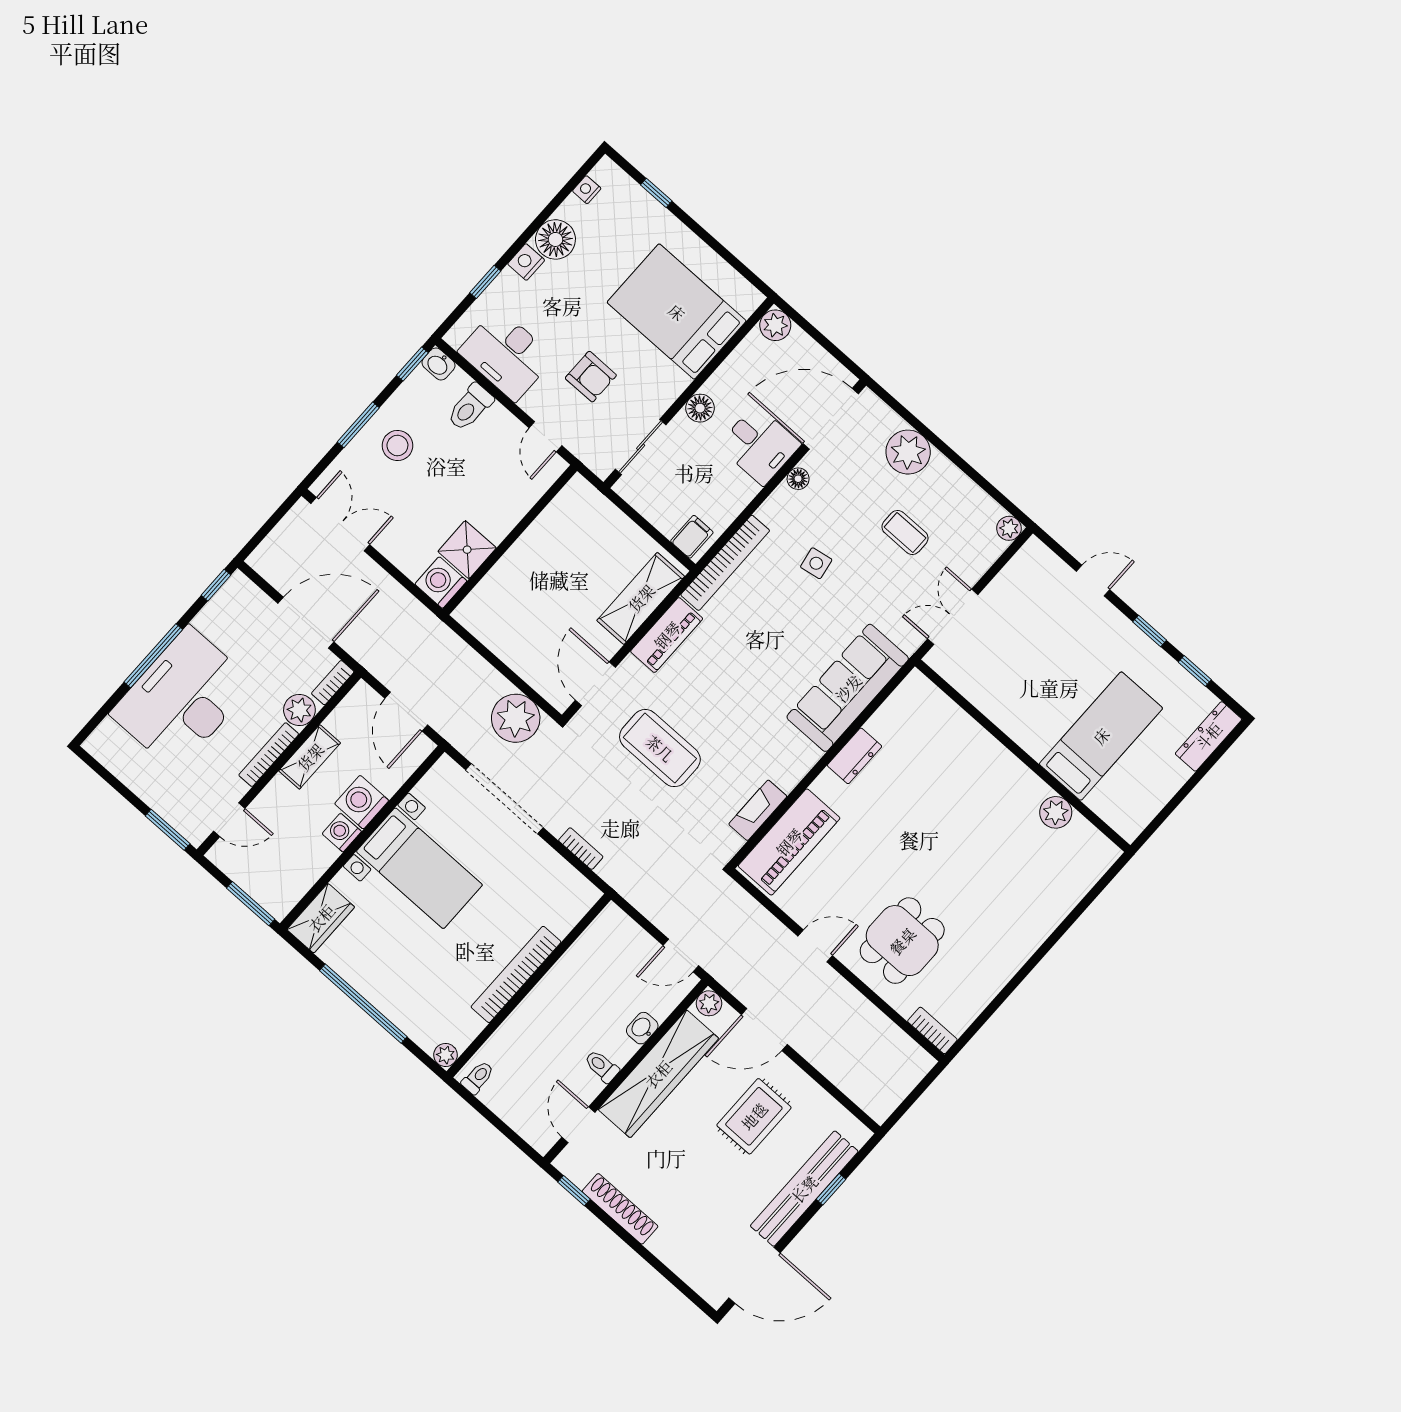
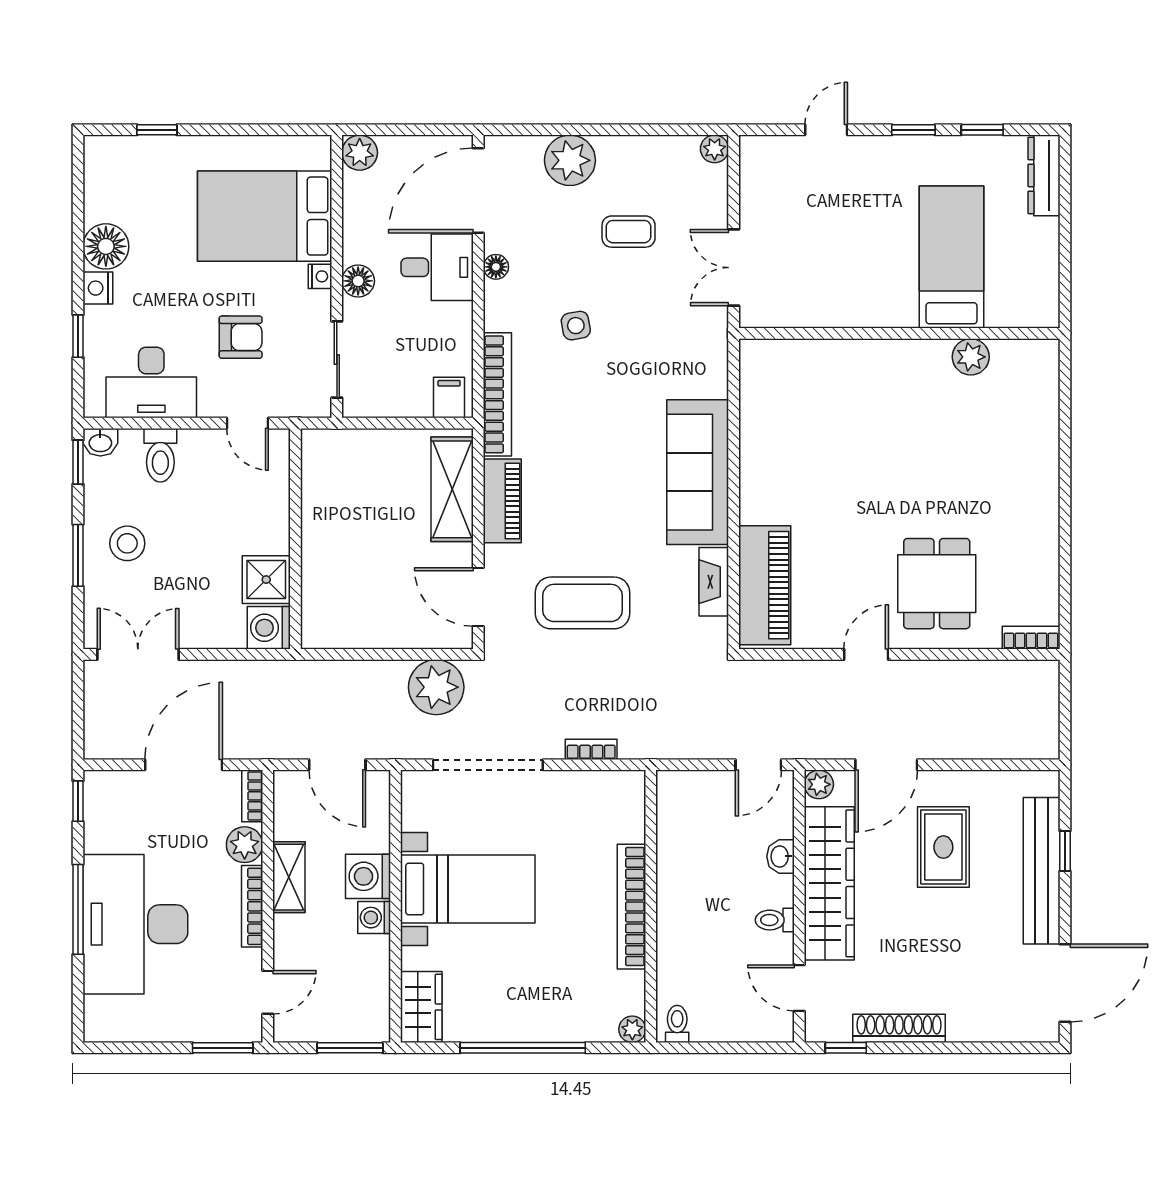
nightstand: (587, 190) -> (320, 276), moved, turned 180
sofa: (848, 688) -> (698, 472), moved
dresser: (855, 756) -> (755, 462), removed

